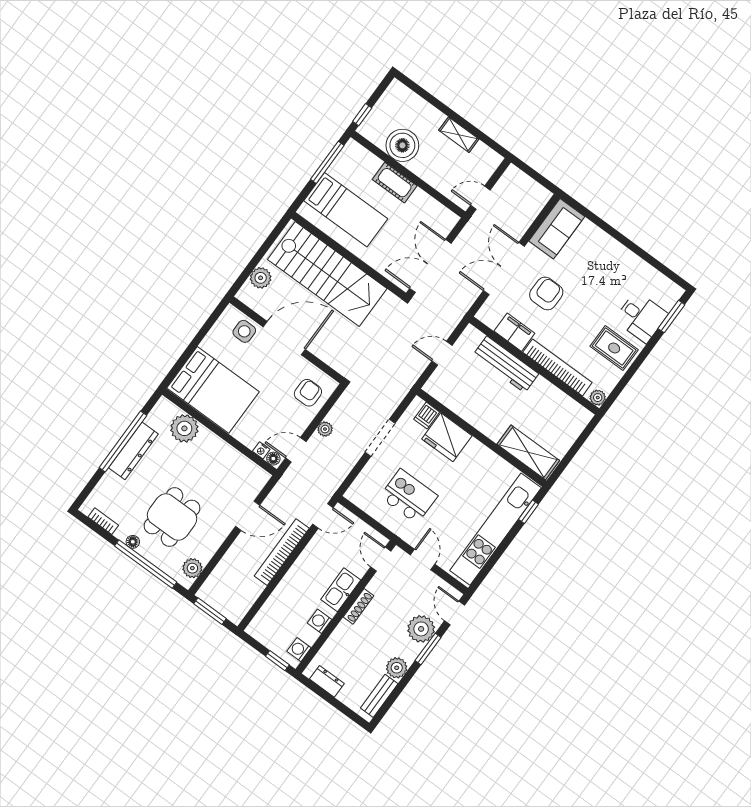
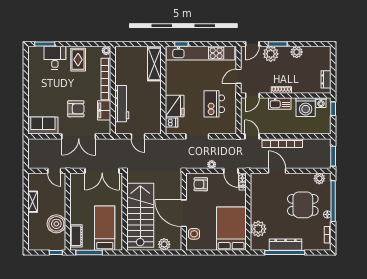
cot: (395, 183) -> (76, 236), moved
armchair: (546, 293) -> (76, 109), turned 180
washing machine: (320, 621) -> (306, 107), width x1.89, depth x1.89
bench: (379, 696) -> (315, 51), removed

